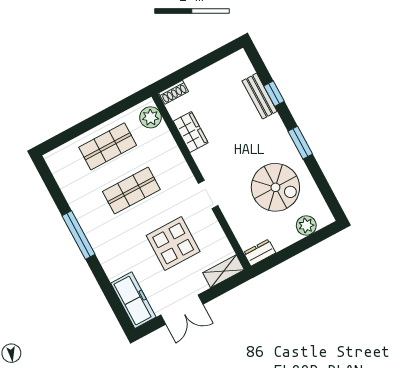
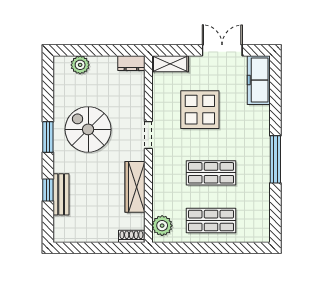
wardrobe: (191, 132) -> (135, 187), width x1.50
spiral stairs: (275, 187) -> (88, 129), moved

